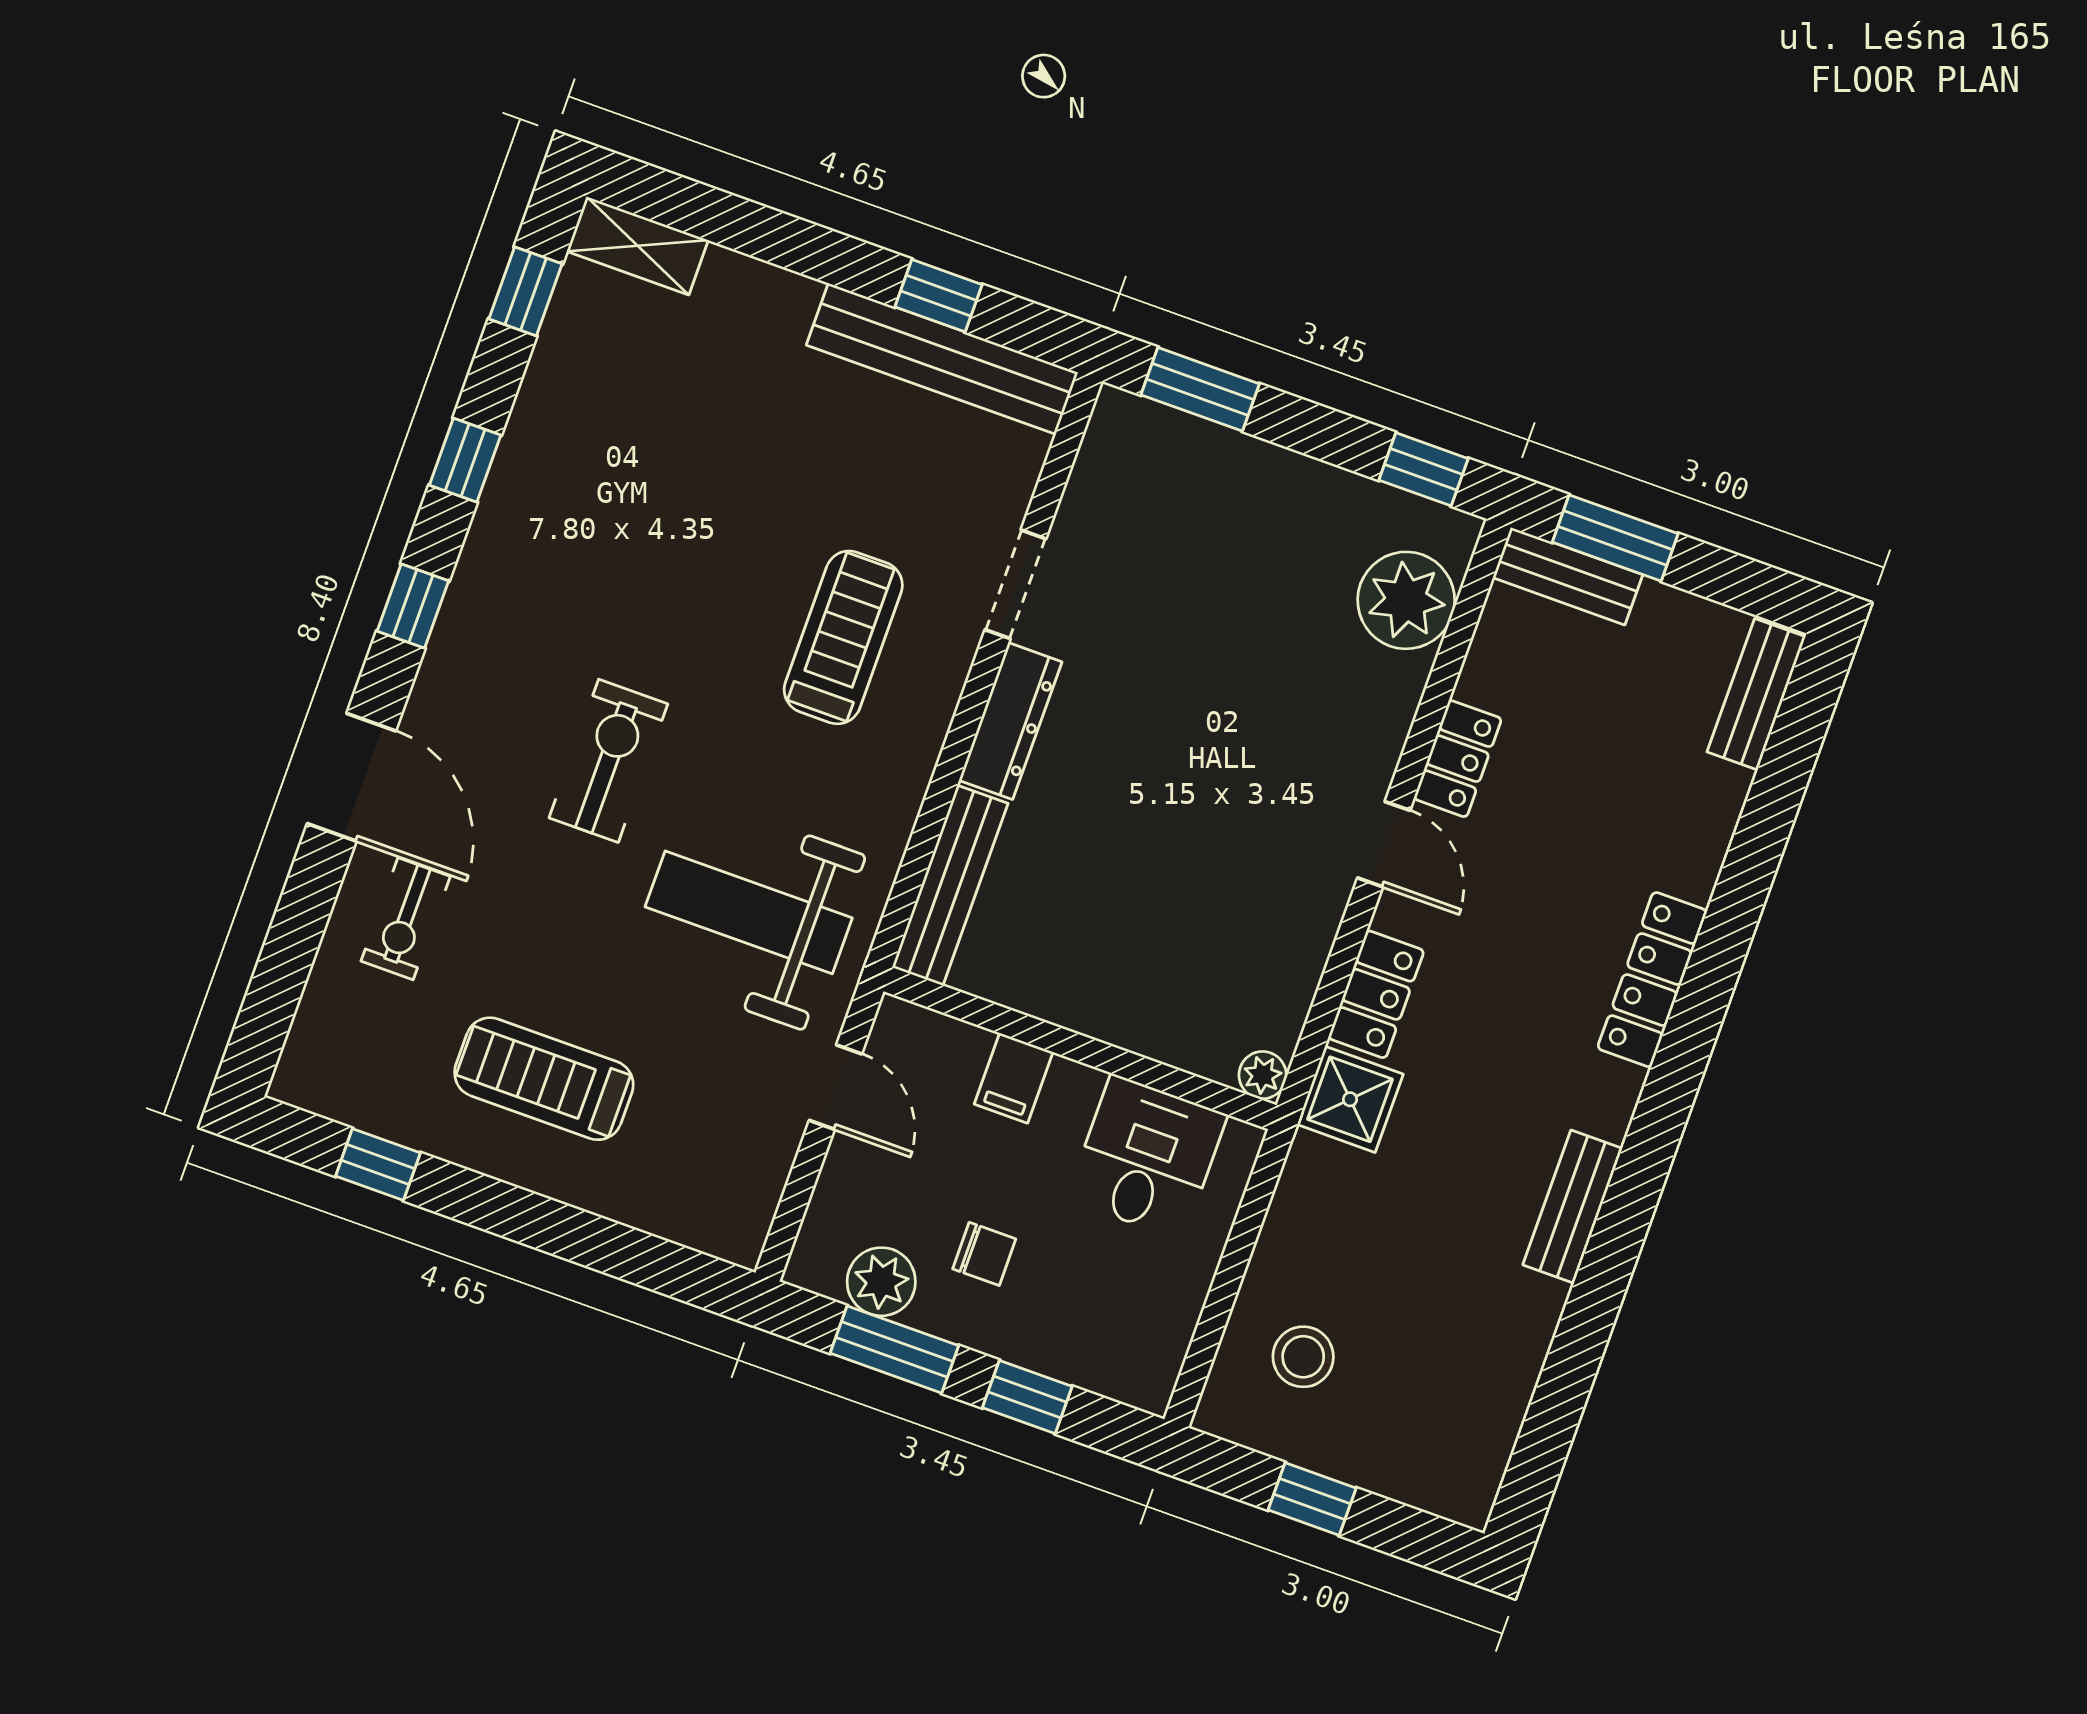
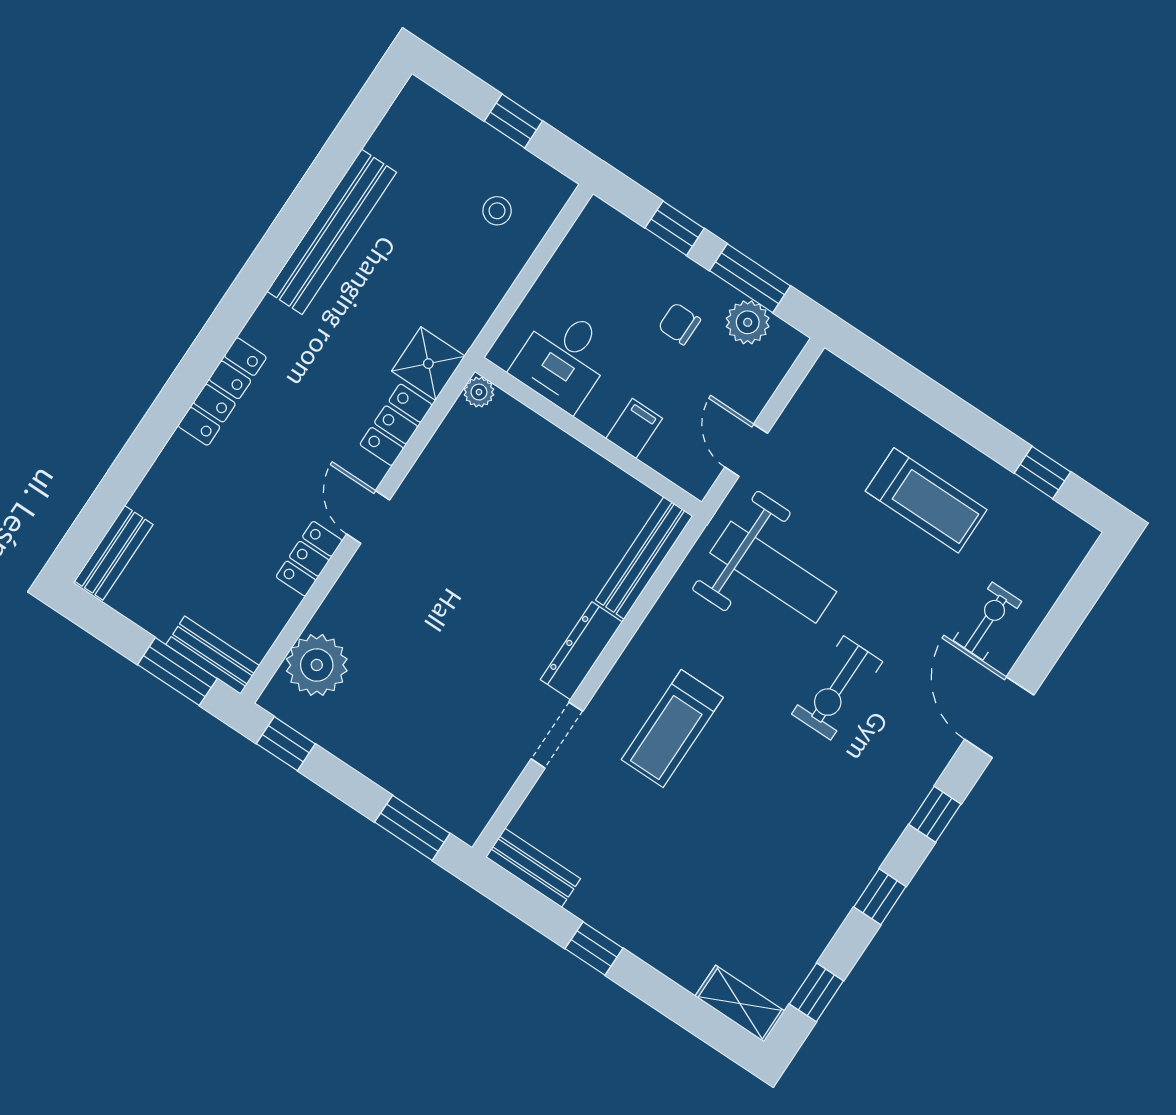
window: (939, 296) -> (594, 948), moved
bench: (942, 359) -> (533, 868), width x0.54, depth x0.82
bench: (1573, 1207) -> (332, 232), width x1.86, depth x1.21
stool: (1303, 1357) -> (497, 211), width x0.73, depth x0.73

